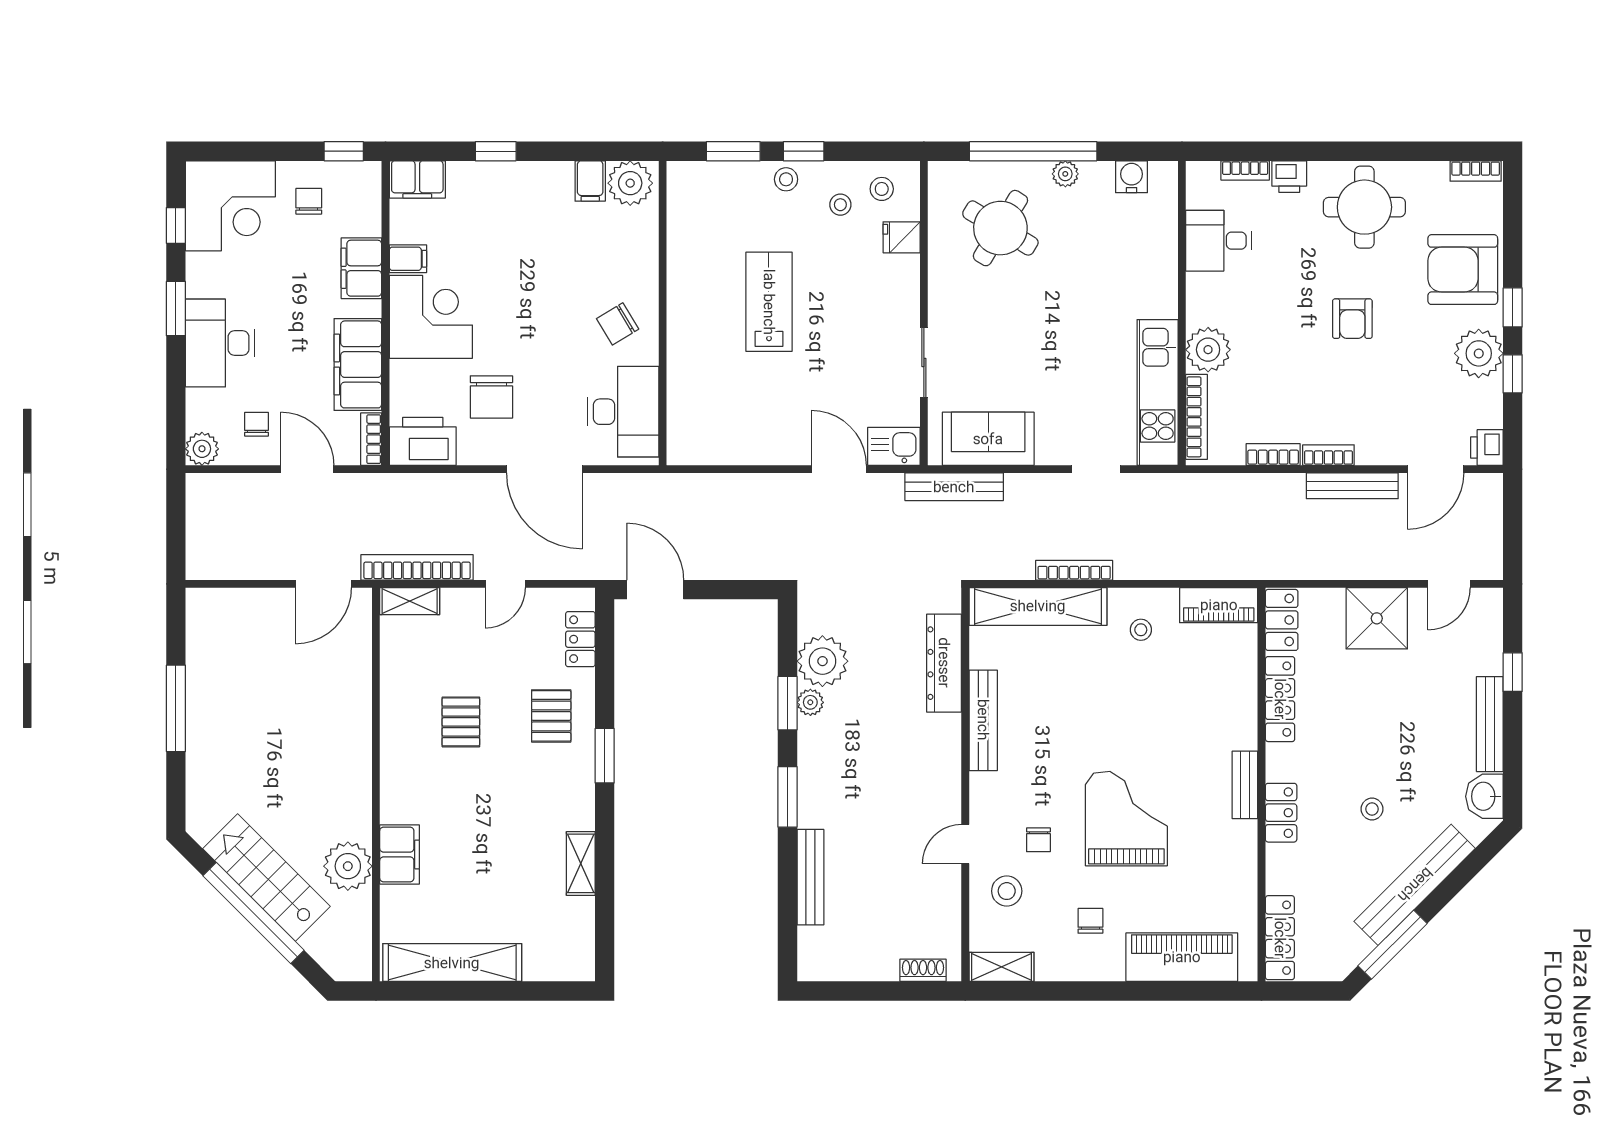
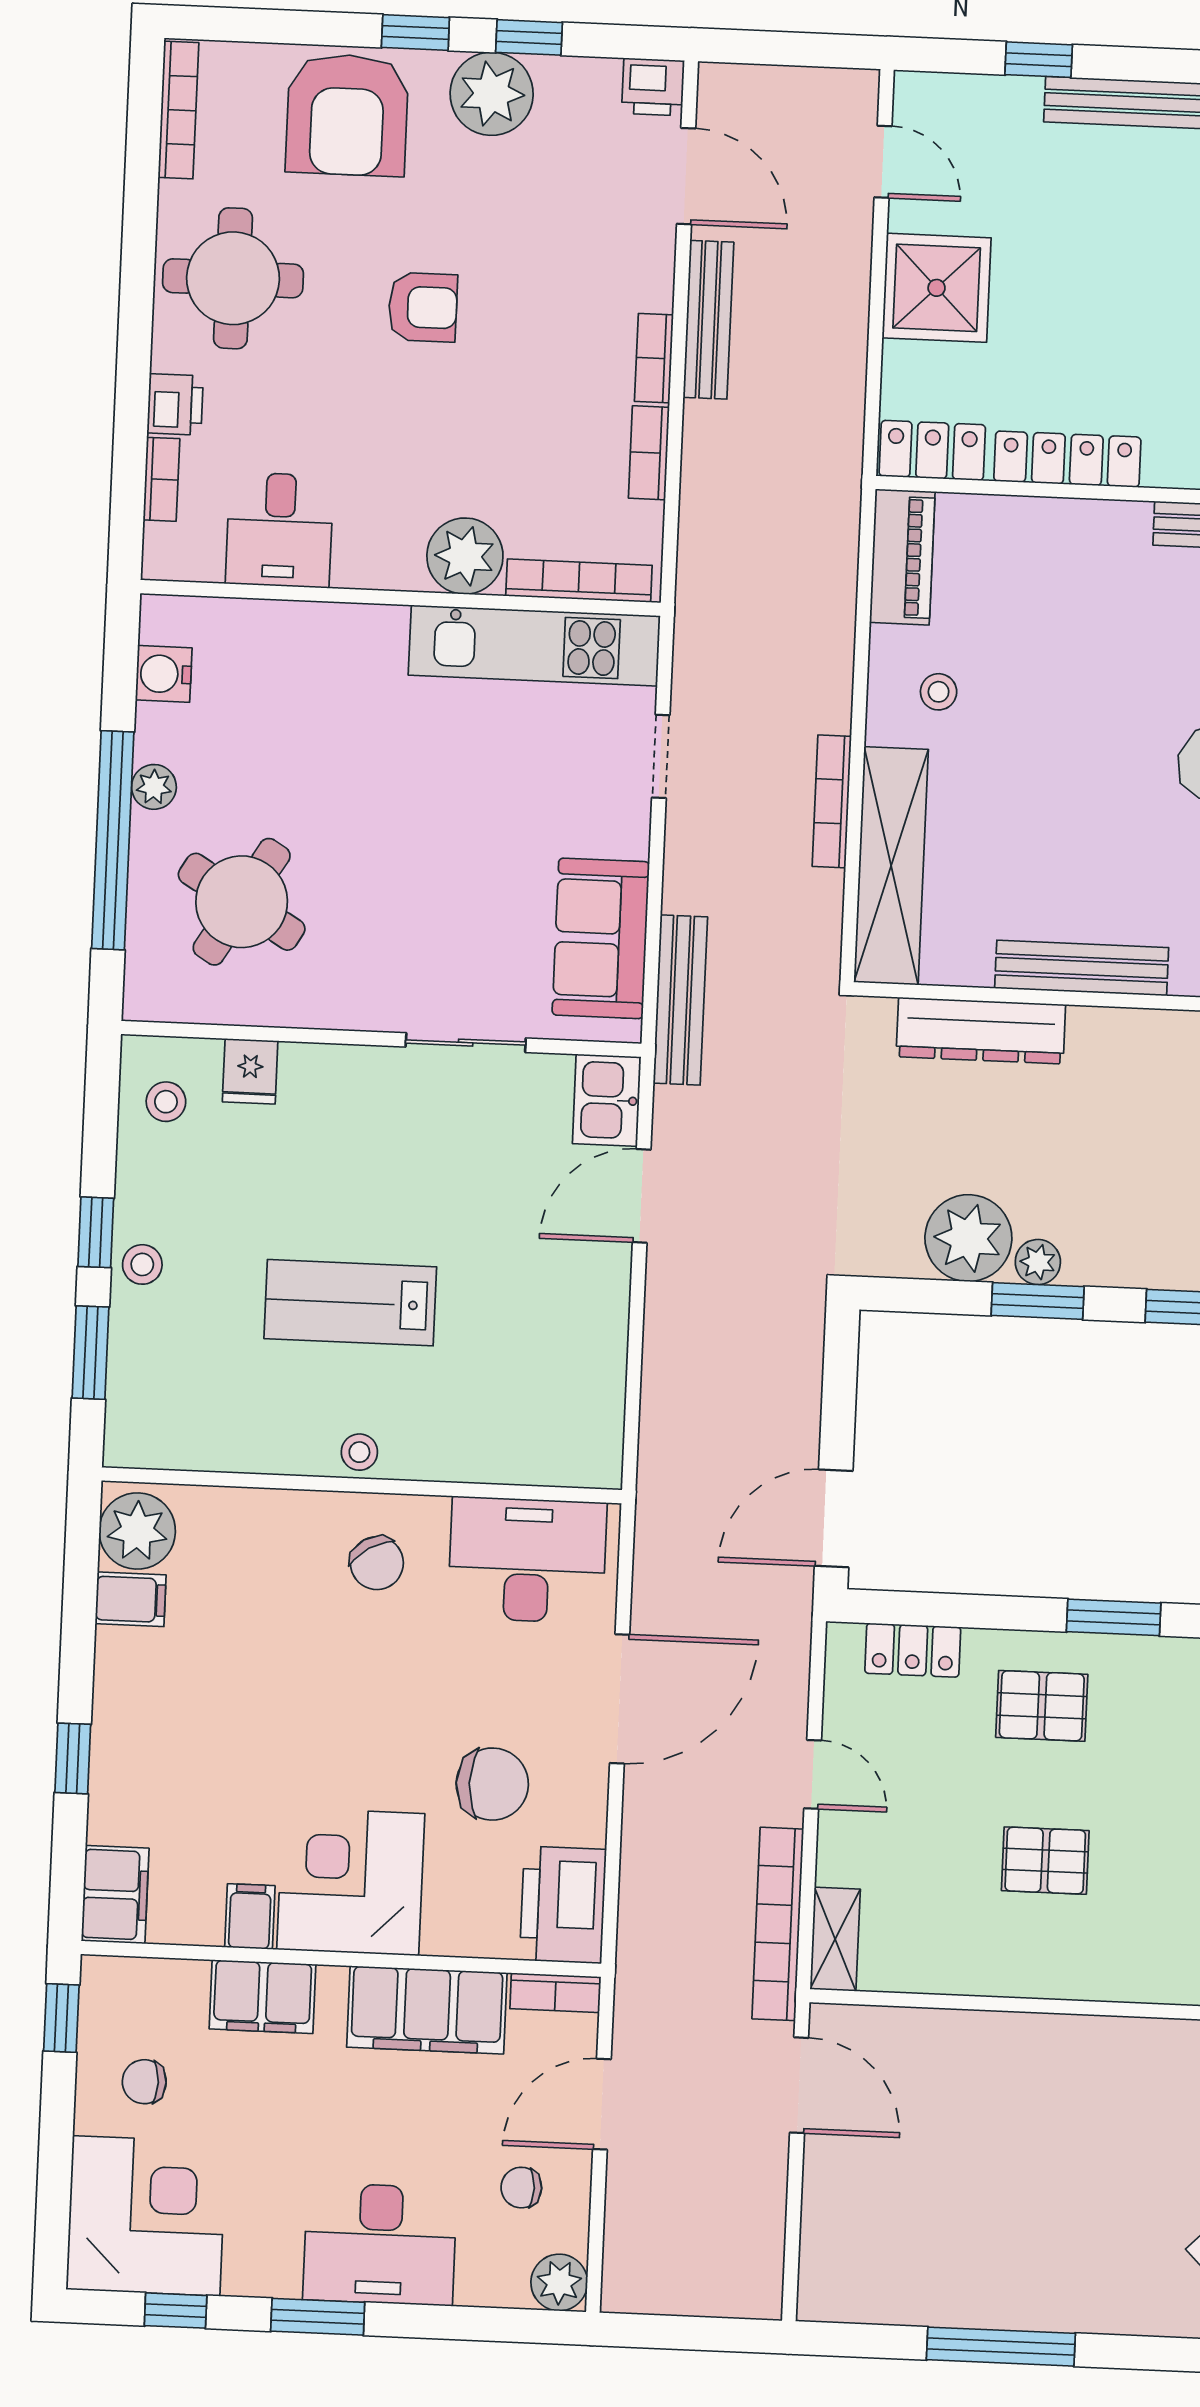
bookcase: (1476, 171) -> (179, 110), width x1.56
stool: (840, 205) -> (359, 1452), moved

